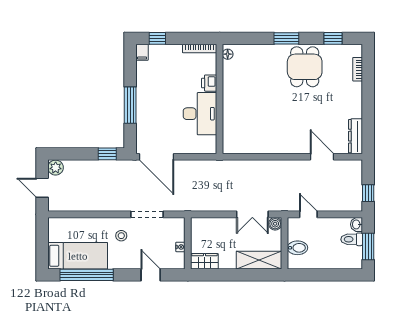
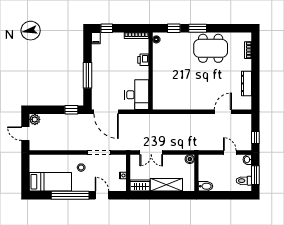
window: (333, 38) -> (174, 28), moved
dining table: (305, 67) -> (211, 48), width x1.38
desk: (200, 114) -> (137, 95), moved
dresser: (355, 136) -> (246, 83), moved
door: (322, 157) -> (223, 112), hinge flipped
double door: (252, 214) -> (151, 152), moved
door: (308, 214) -> (230, 152), moved
toilet: (352, 239) -> (244, 181), moved
bidet: (297, 248) -> (206, 186), moved
shelving: (259, 260) -> (166, 185), moved
window: (87, 275) -> (70, 195), moved

